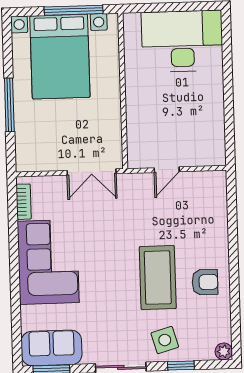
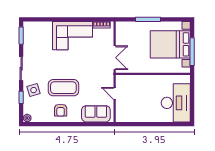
double door: (92, 172) -> (115, 58), swing flipped
sofa: (52, 348) -> (96, 114), moved, turned -90

